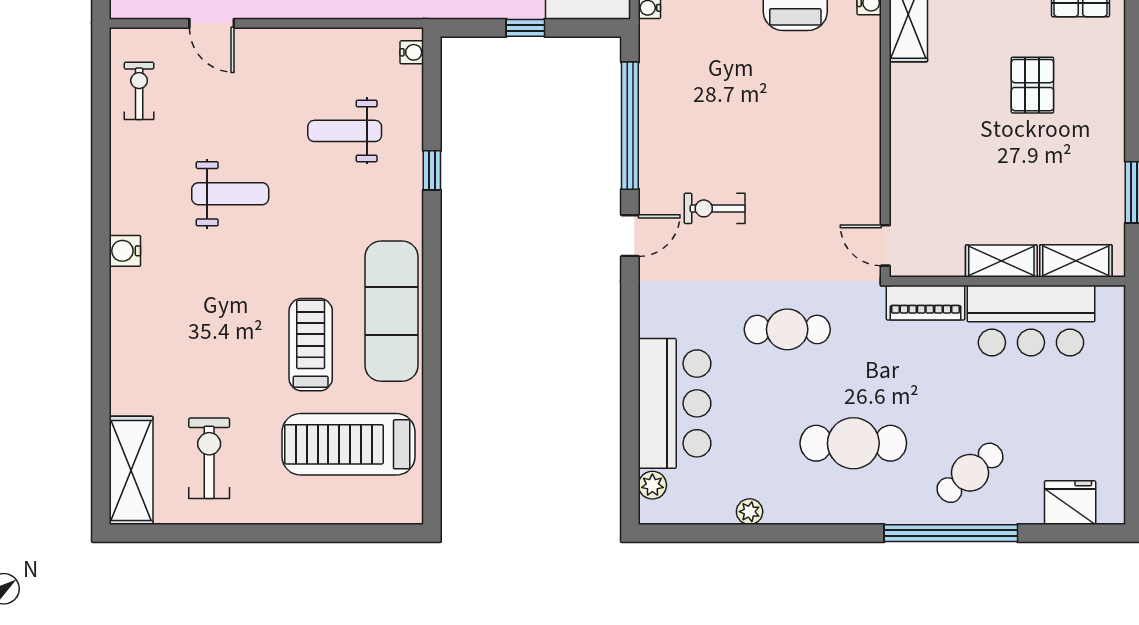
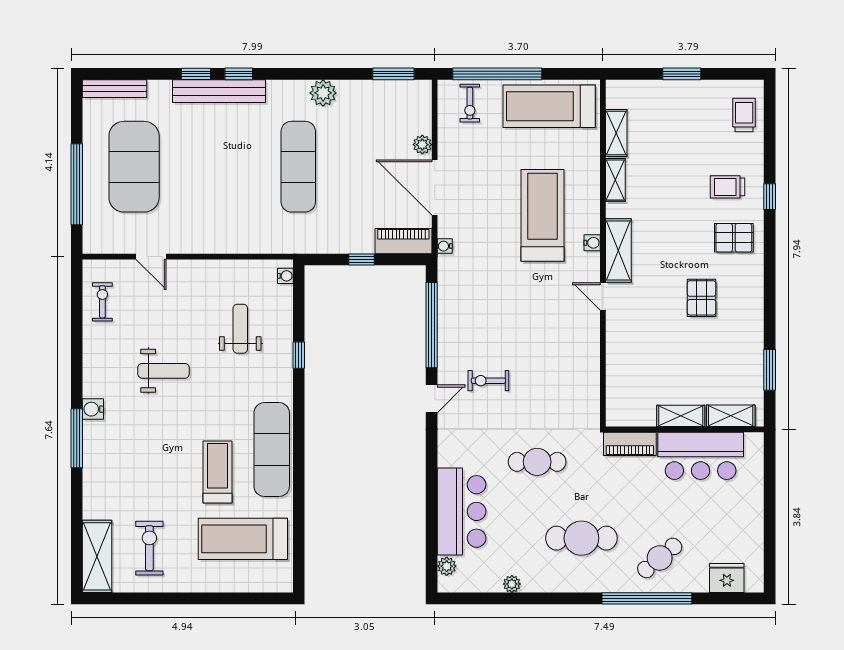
weight bench: (345, 131) -> (240, 329), turned 90
door: (885, 245) -> (603, 296), moved
window: (101, 294) -> (77, 438), added

